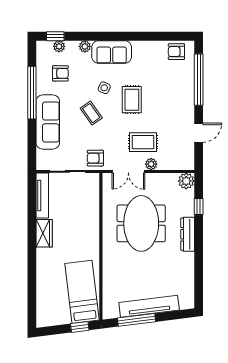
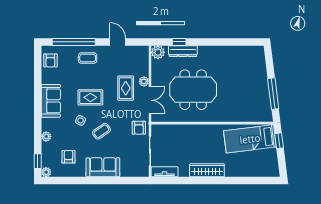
plant: (59, 46) -> (46, 172), moved
sofa: (112, 52) -> (51, 101), moved
window: (32, 93) -> (84, 181), removed
coffee table: (179, 96) -> (88, 58), added
sofa: (48, 122) -> (103, 167), width x0.73
tv unit: (42, 196) -> (165, 172), width x0.71
wardrobe: (44, 233) -> (207, 170), width x1.50
dresser: (188, 234) -> (183, 51), moved
tv unit: (149, 306) -> (262, 83), removed

